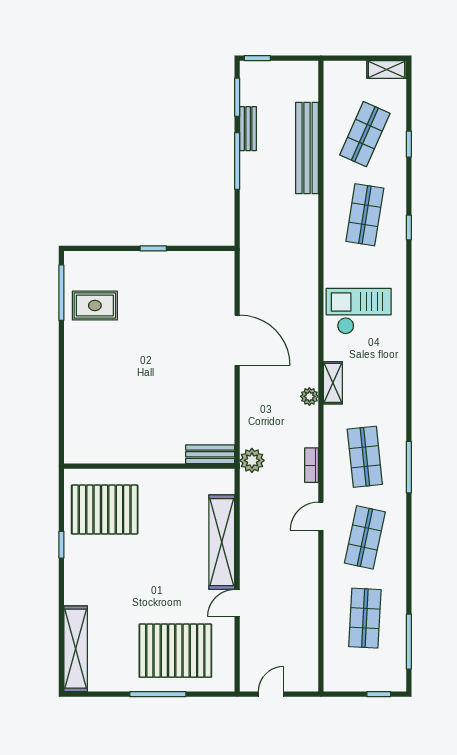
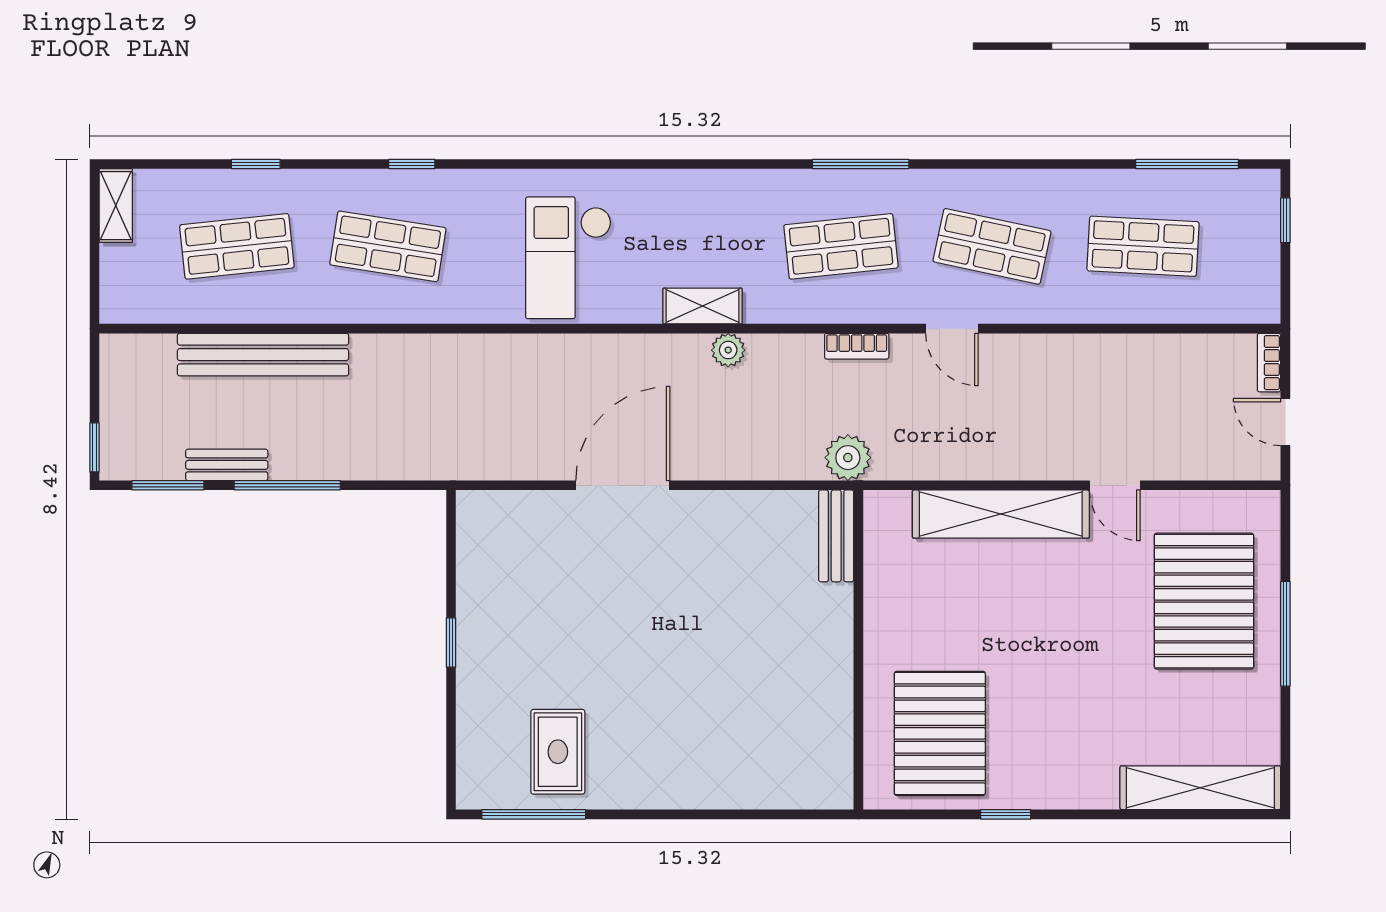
shop shelf: (365, 134) -> (237, 246), turned -30
bookcase: (303, 685) -> (1269, 363), added

